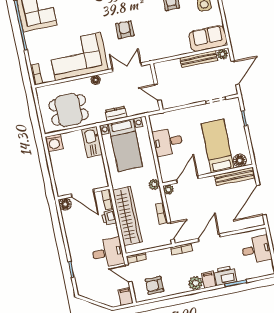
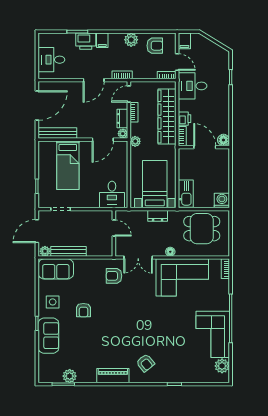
armchair: (125, 30) -> (114, 276), moved, turned 90
desk: (168, 142) -> (112, 194), moved, turned 90
floor lamp: (240, 161) -> (50, 147), removed
dresser: (172, 205) -> (122, 119), added
plant: (195, 283) -> (131, 40), moved

